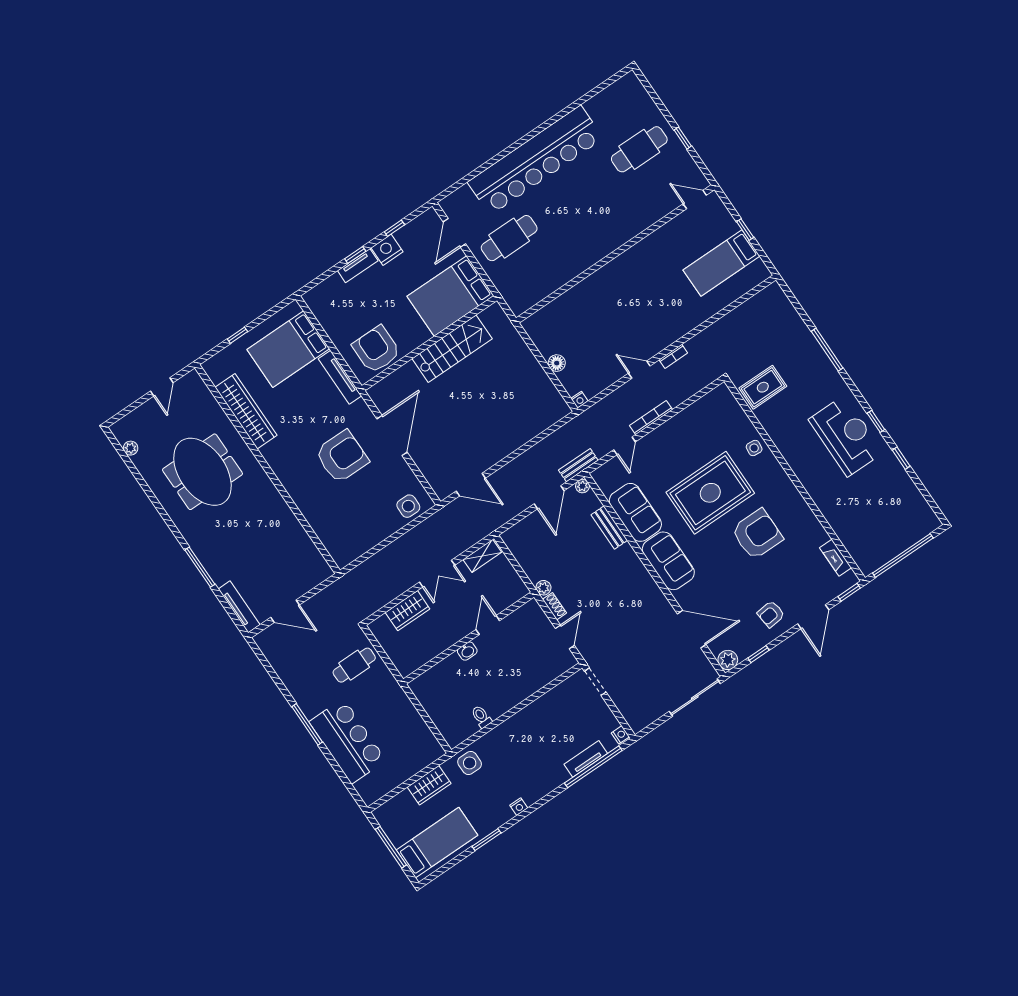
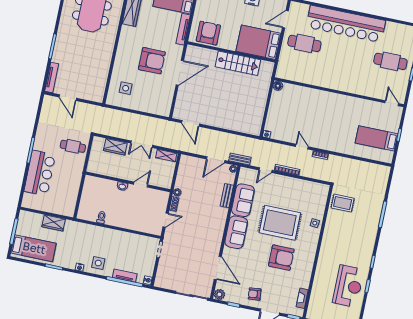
floor lamp: (557, 363) -> (278, 86), moved
reception desk: (846, 436) -> (348, 286), moved
side table: (408, 506) -> (126, 88), moved
side table: (470, 763) -> (98, 263), moved

